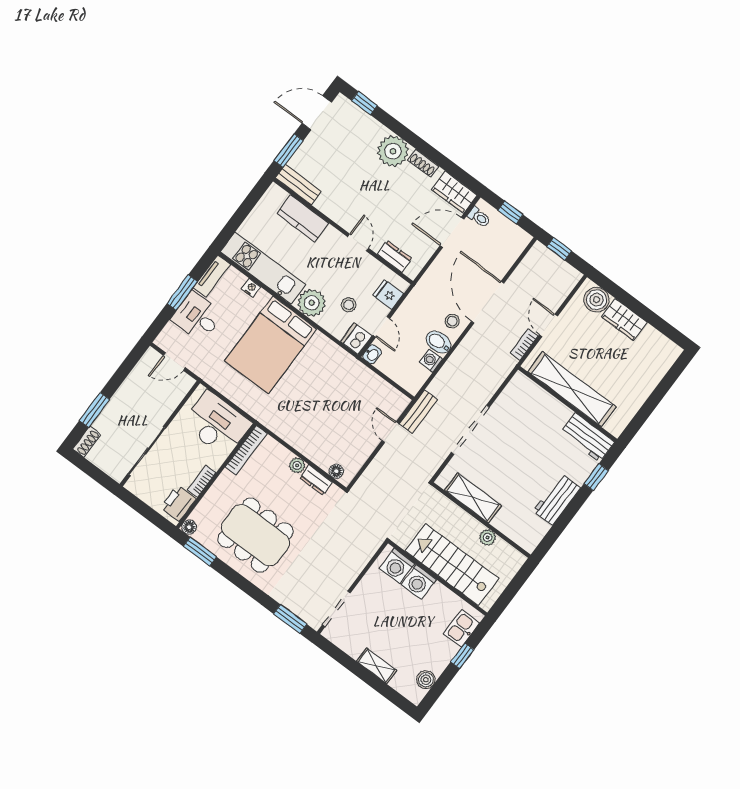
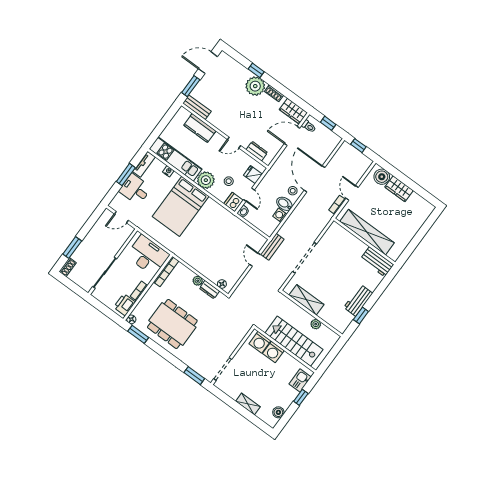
window: (364, 103) -> (256, 70), moved
door: (358, 242) -> (234, 143), swing flipped
window: (596, 477) -> (361, 316), moved

